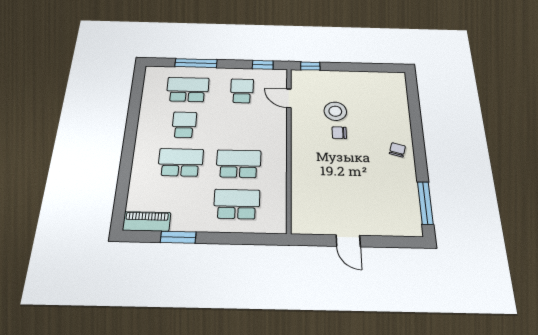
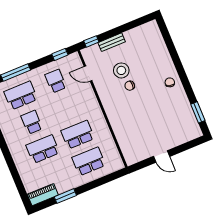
bench: (336, 76) -> (112, 42), added
window: (425, 203) -> (198, 112), width x0.69

